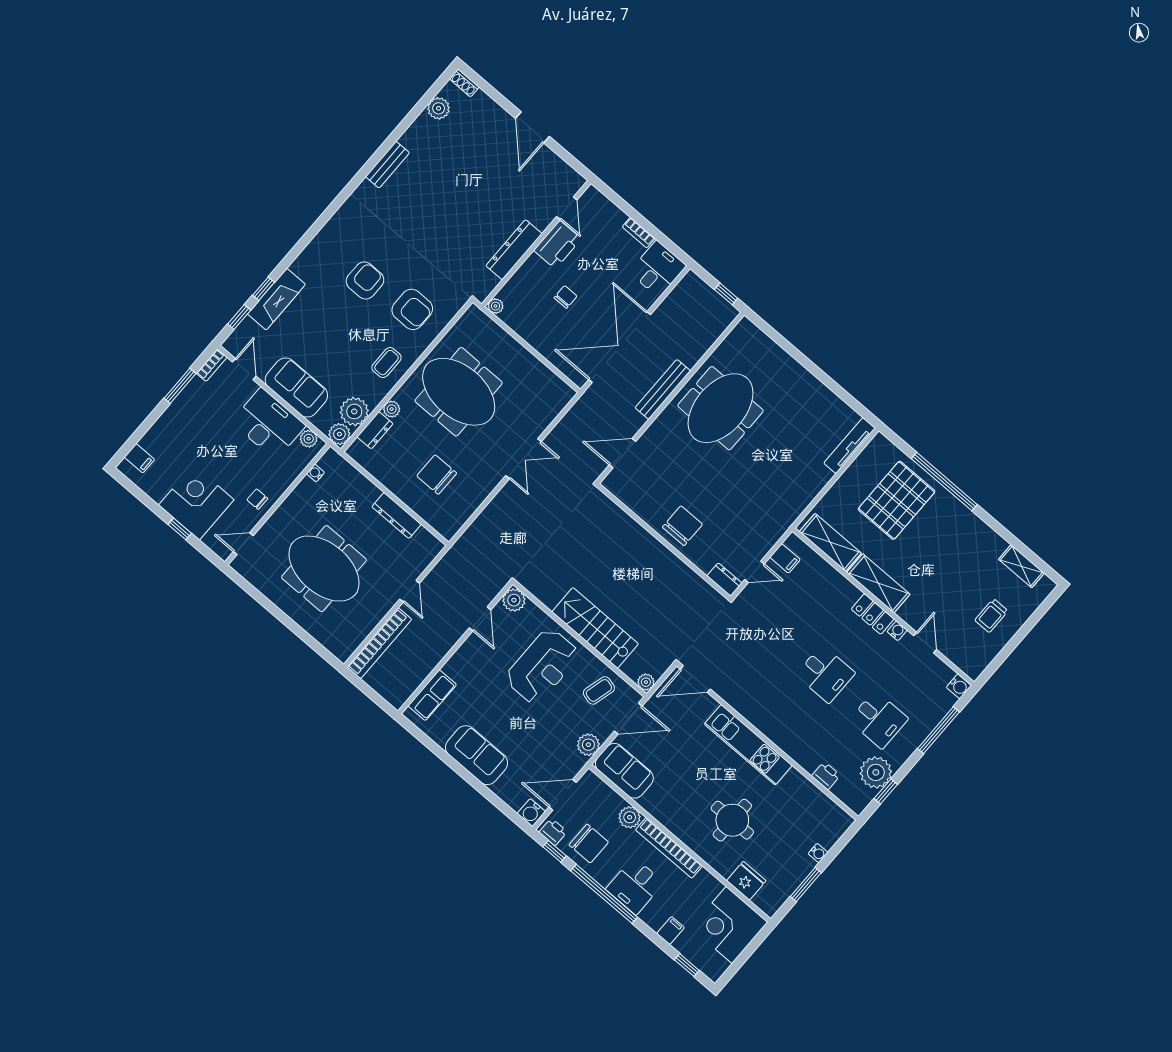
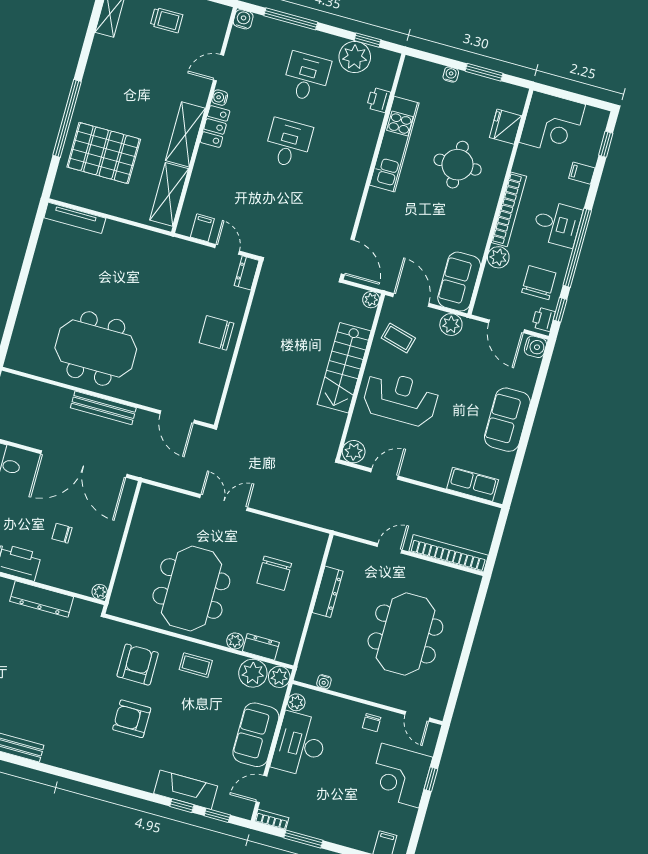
kitchen unit: (748, 745) -> (394, 144), moved

